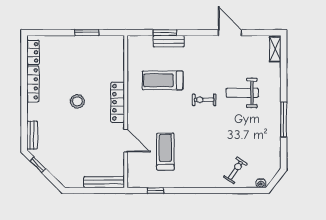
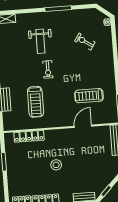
locker: (118, 102) -> (29, 136), moved
exercise bike: (235, 170) -> (85, 42), moved

